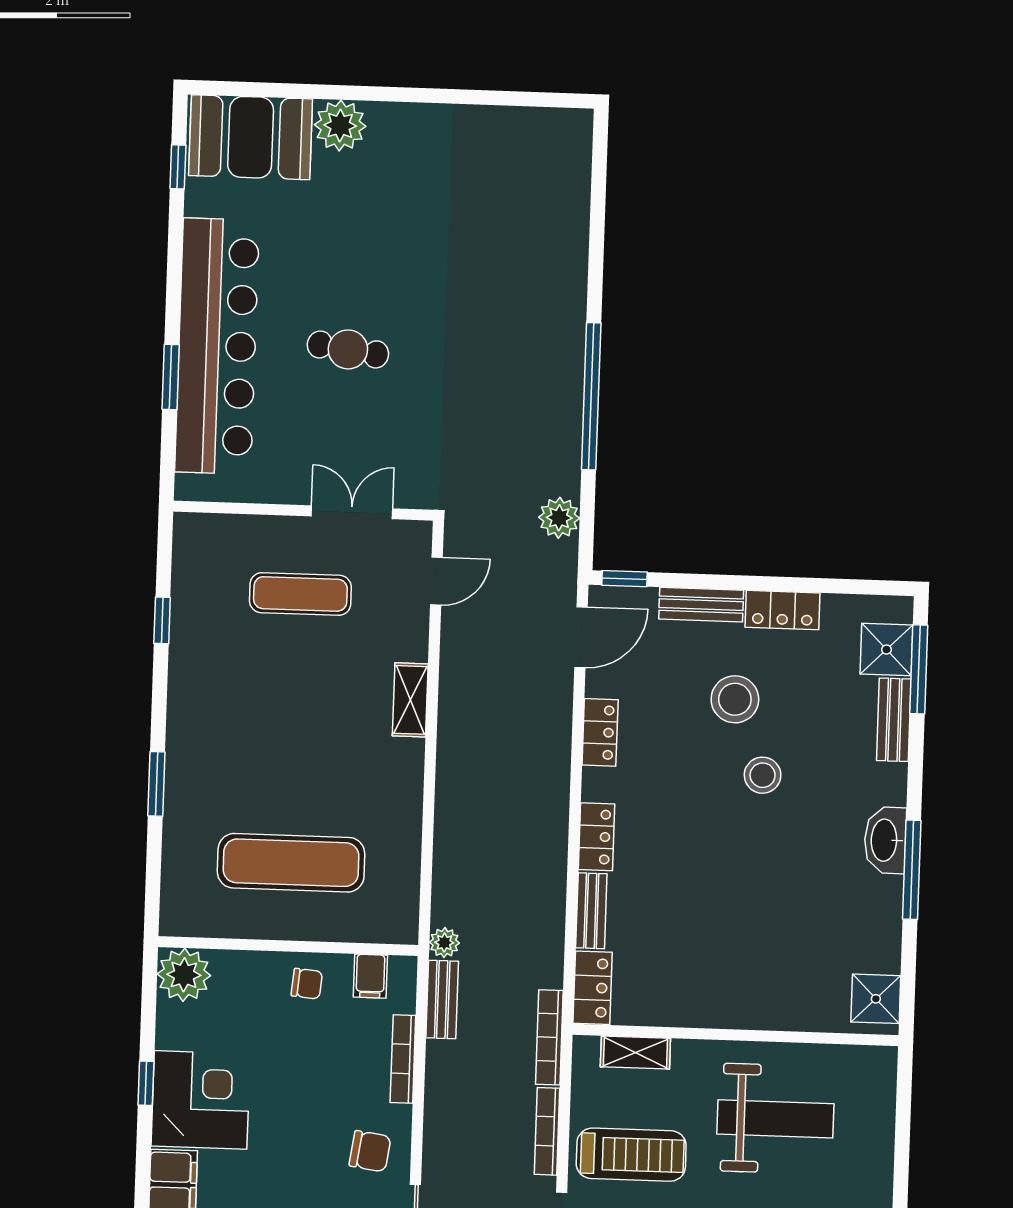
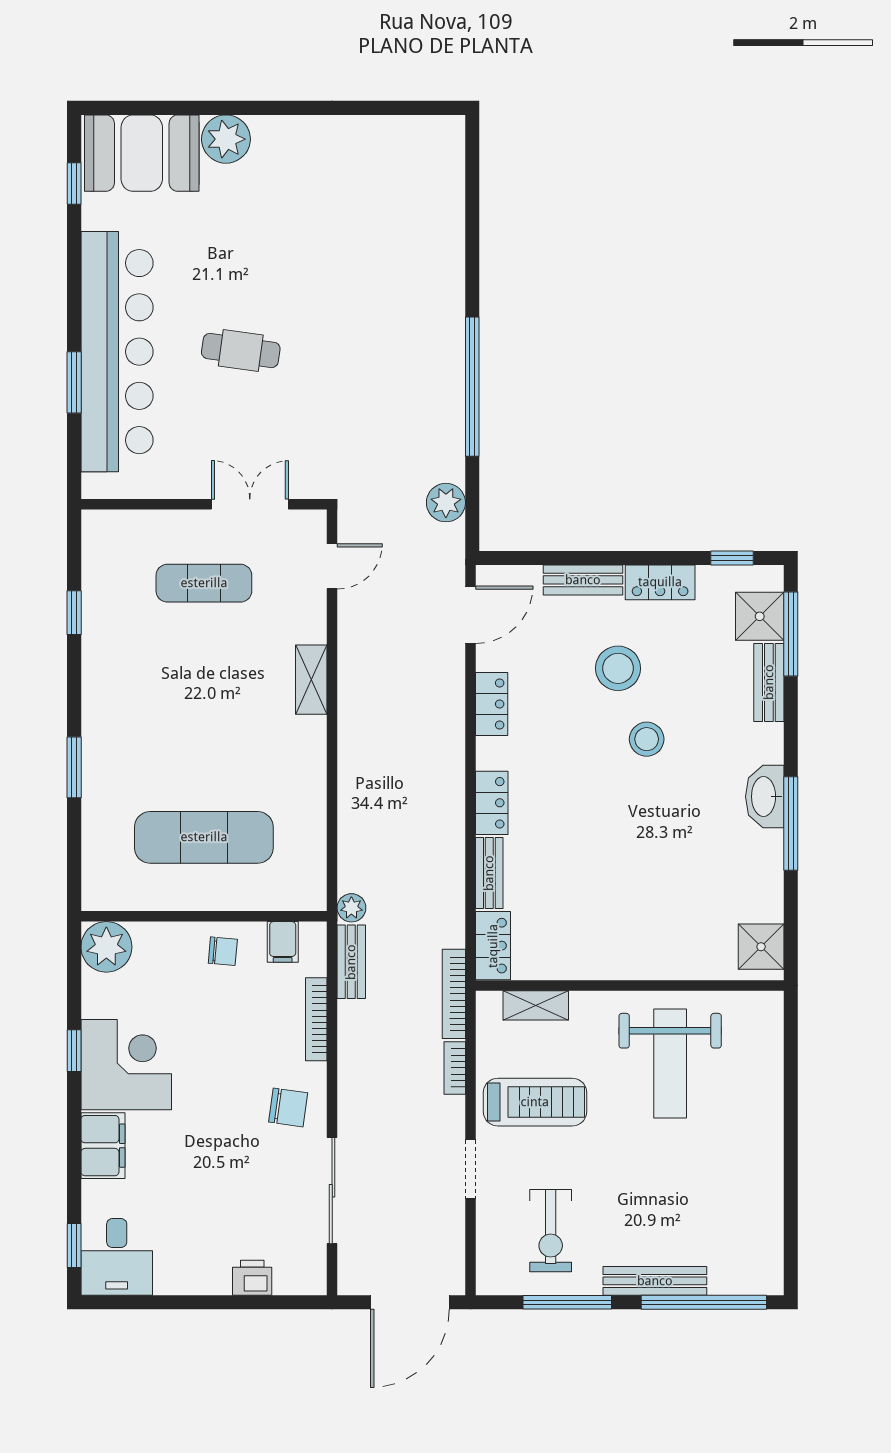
window: (624, 579) -> (732, 558), moved
weight bench: (775, 1119) -> (670, 1064), turned 90
bookcase: (547, 1131) -> (455, 1068), width x0.64

